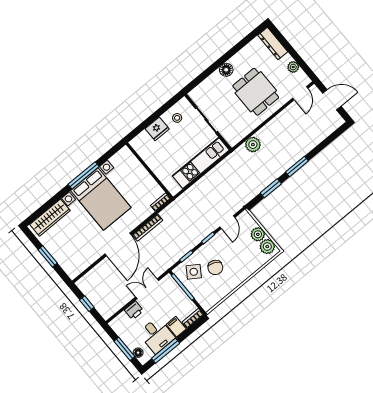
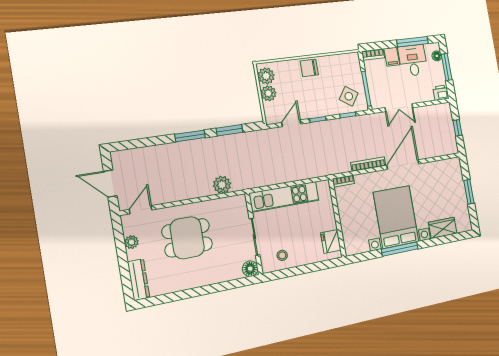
floor lamp: (226, 70) -> (250, 269), moved
dining table: (256, 92) -> (187, 238), turned 90
fridge: (157, 129) -> (331, 241), moved, turned -90
wardrobe: (50, 218) -> (443, 228), width x0.67
chair: (215, 267) -> (309, 68), moved, turned -115
printer: (134, 310) -> (441, 93), moved

